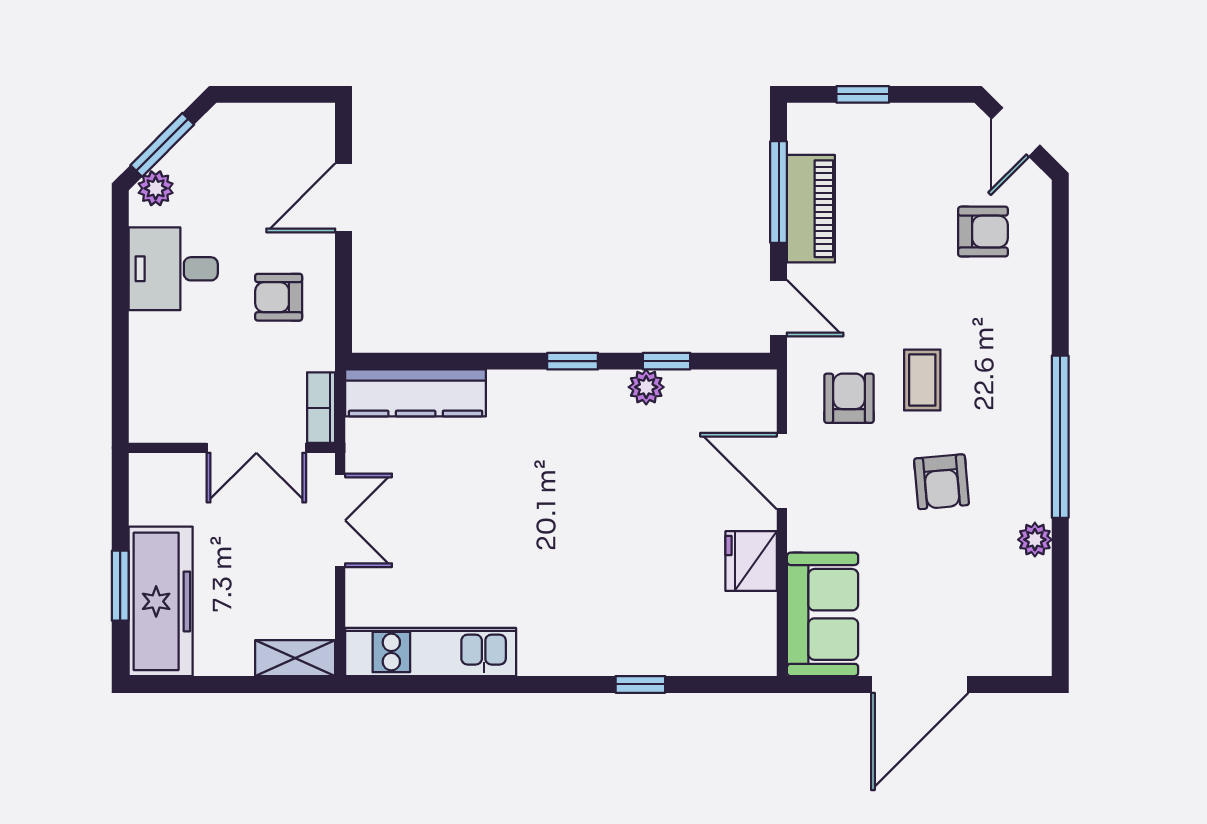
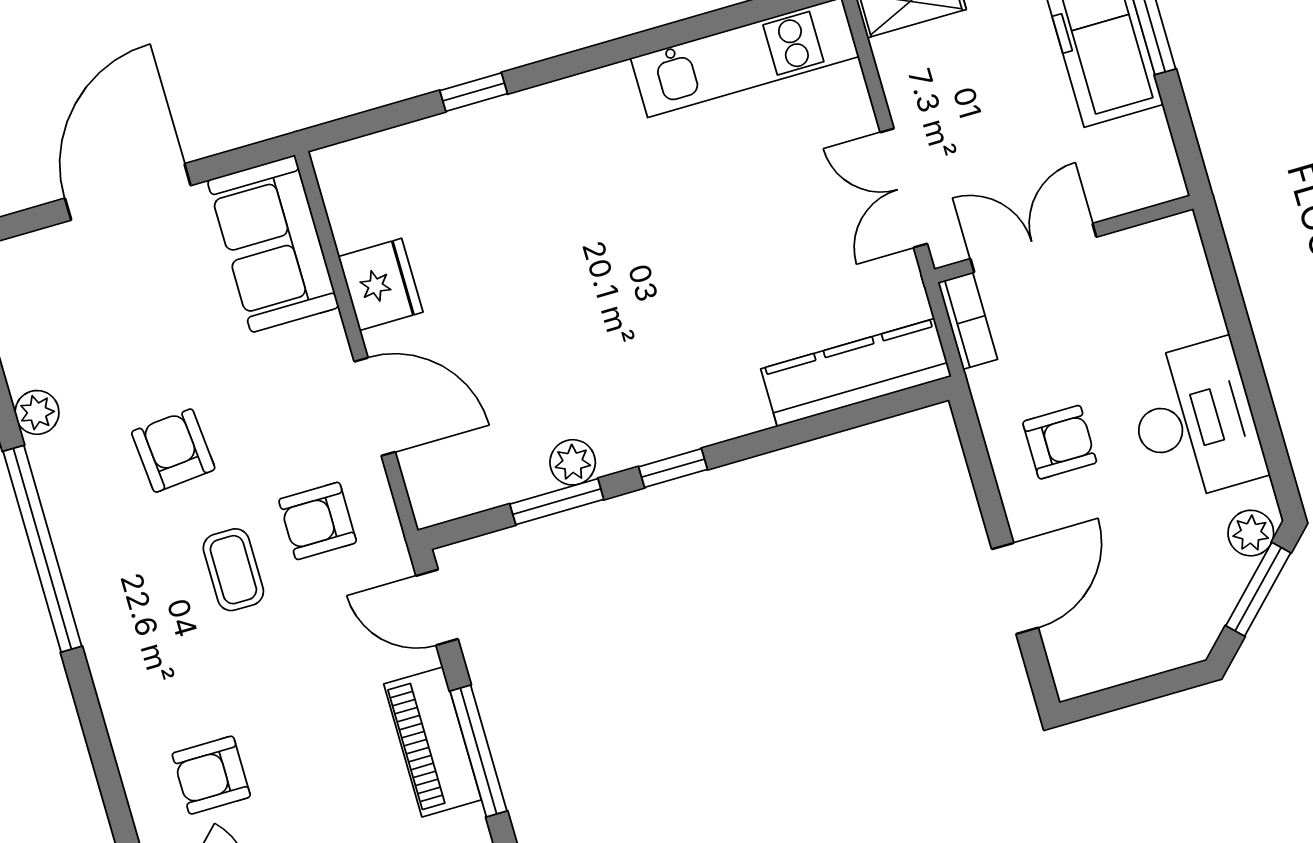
desk: (173, 269) -> (1195, 421), width x1.37
window: (666, 361) -> (557, 502), width x1.50
armchair: (849, 398) -> (318, 521), turned 90

